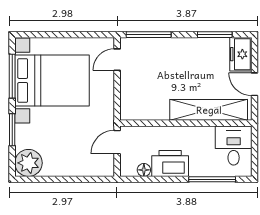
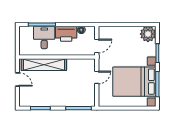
freezer: (241, 54) -> (25, 97), removed
door: (117, 60) -> (97, 77), moved
desk: (234, 146) -> (44, 37), moved, turned 180

